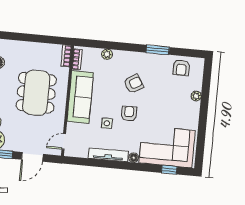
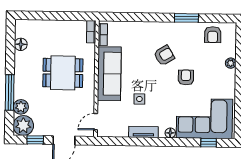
plant: (107, 54) -> (134, 27), removed
dining table: (36, 93) -> (63, 73), width x0.73
armchair: (129, 114) -> (186, 77), moved
tv unit: (108, 155) -> (143, 132), width x0.71

